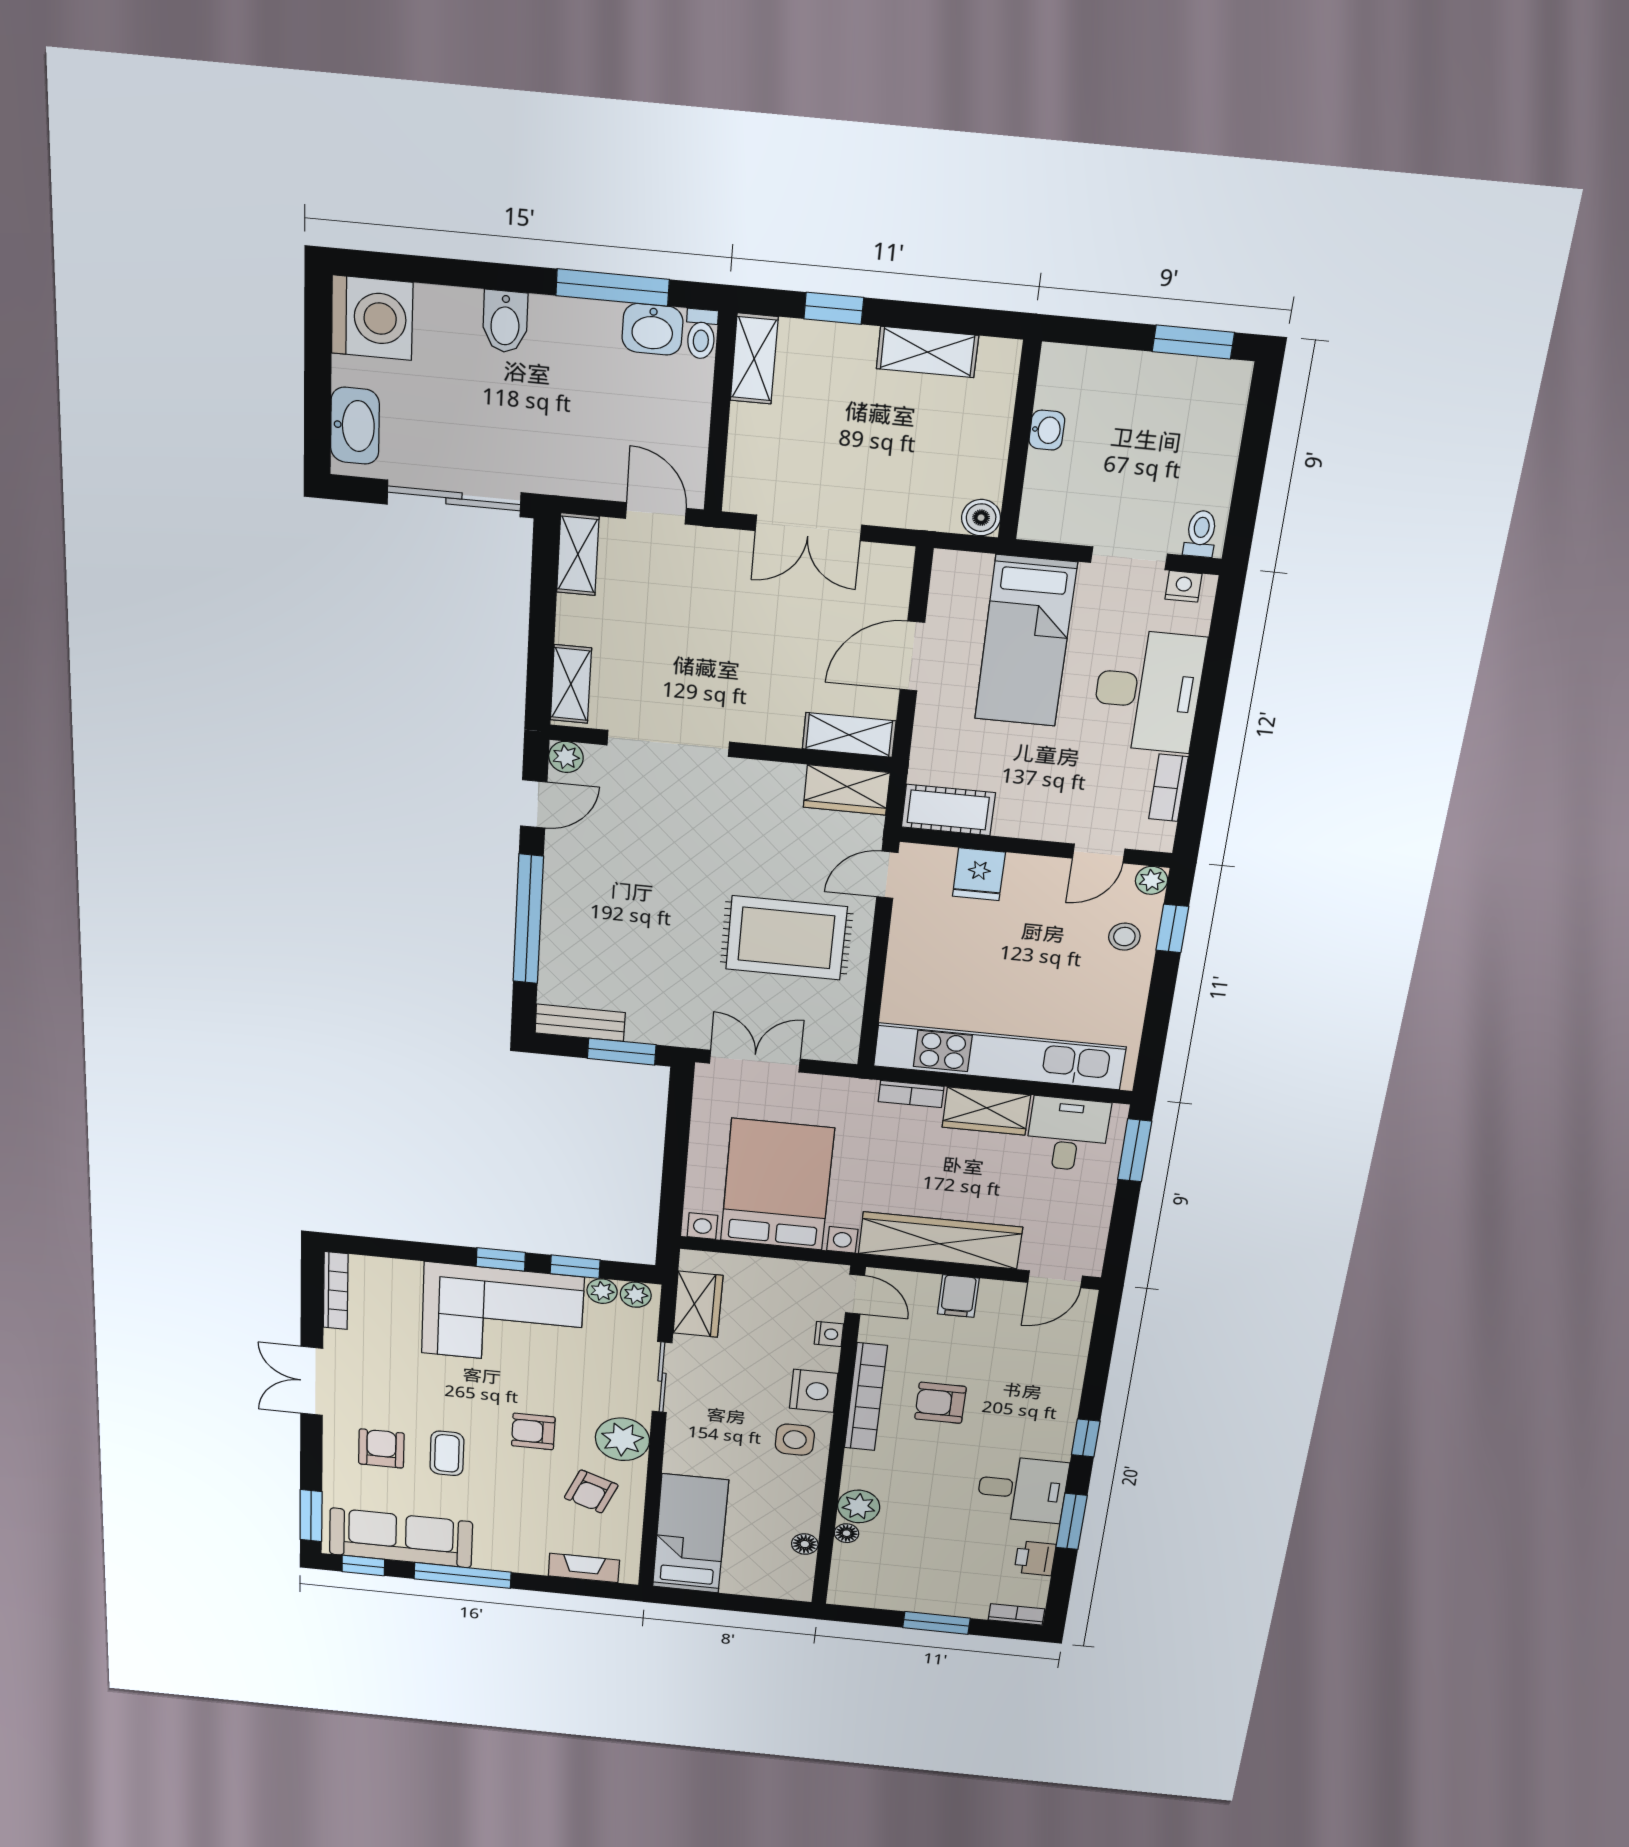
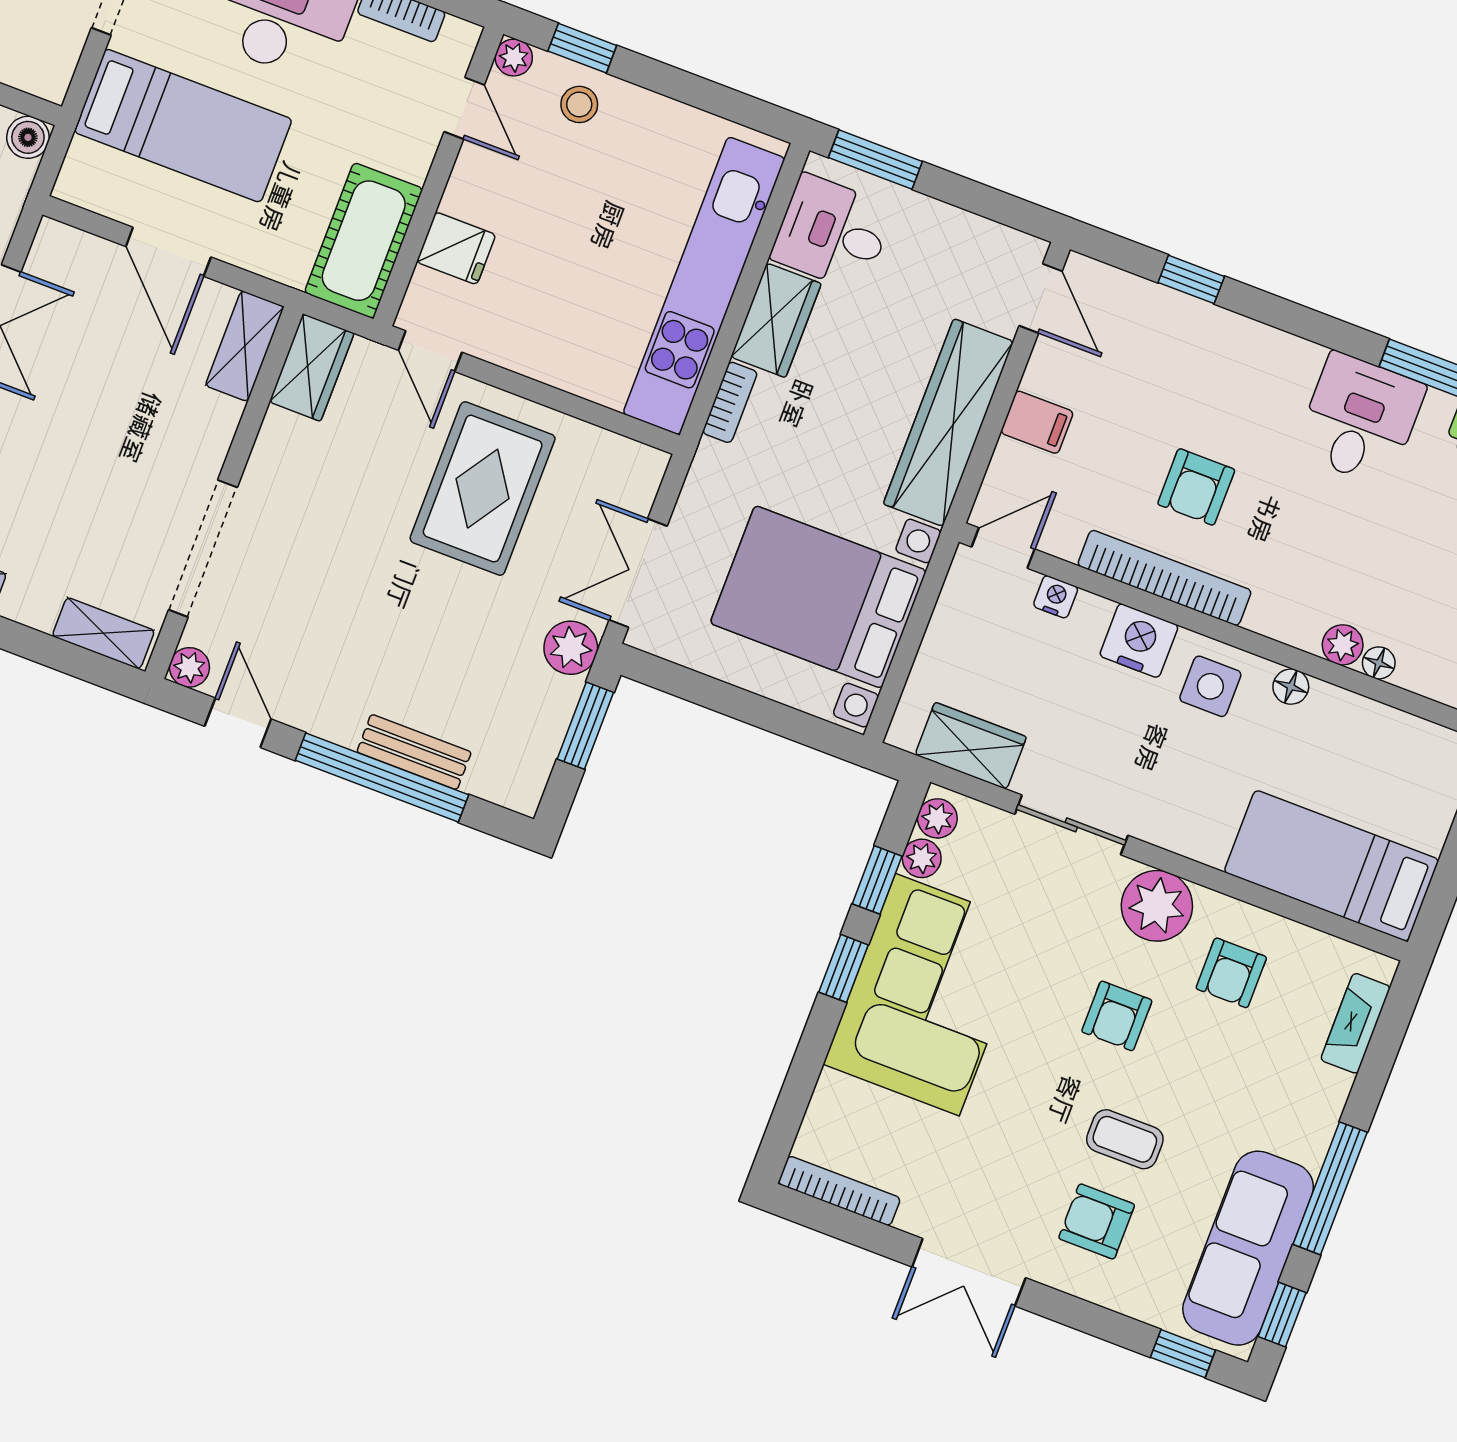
cot: (948, 810) -> (364, 241), width x1.37, depth x1.34
bench: (580, 1023) -> (414, 752), moved, turned 90
plant: (679, 1028) -> (571, 648), added
window: (1086, 1438) -> (1191, 279), moved
armchair: (591, 1491) -> (1231, 973), turned 69
plant: (859, 1506) -> (1343, 645), width x0.73, depth x0.73
window: (311, 1516) -> (1183, 1354), width x0.67
floor lamp: (805, 1544) -> (1291, 687), moved

